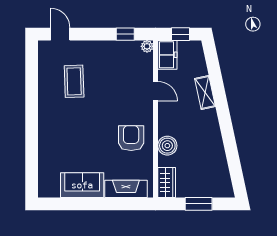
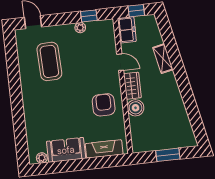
plant: (147, 46) -> (80, 28), moved
coffee table: (74, 81) -> (49, 61), width x1.36, depth x1.32
wardrobe: (167, 183) -> (132, 86), moved
plant: (53, 191) -> (42, 158), added

